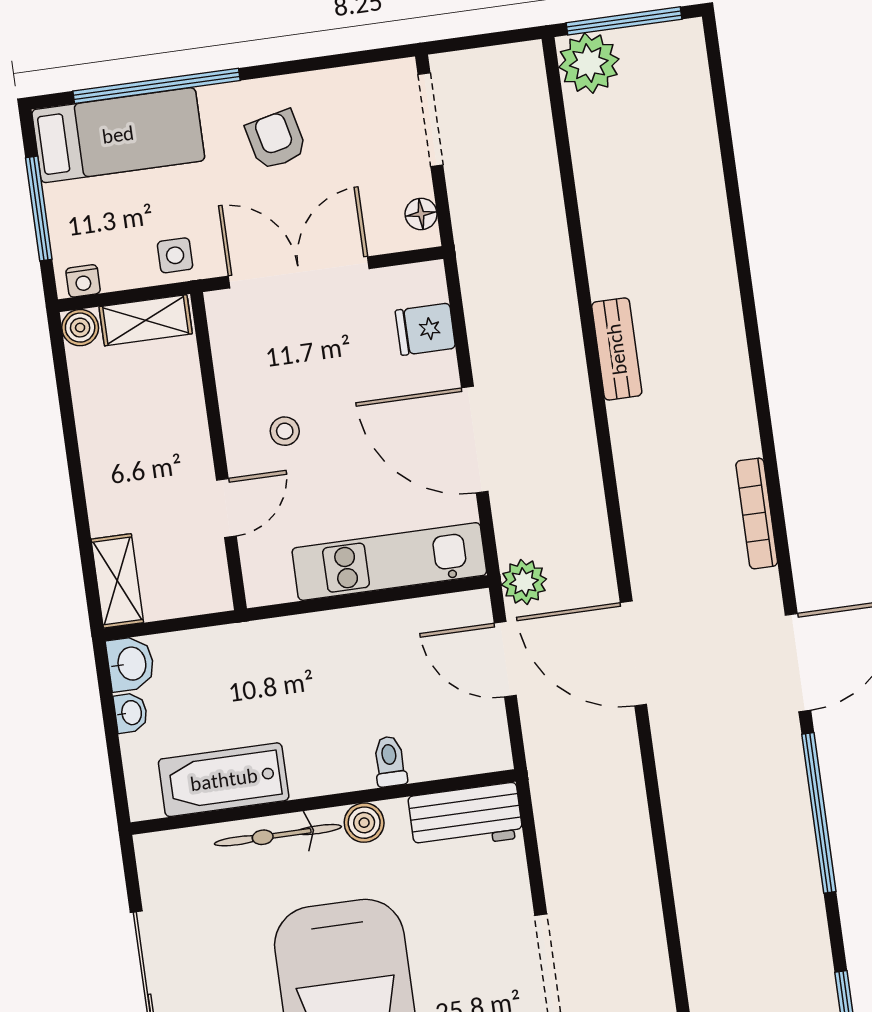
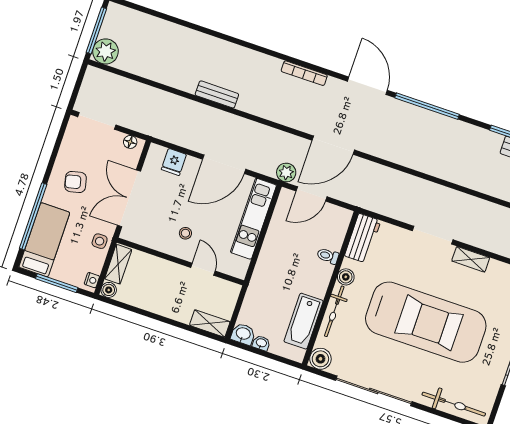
boiler: (161, 857) -> (320, 359), added

